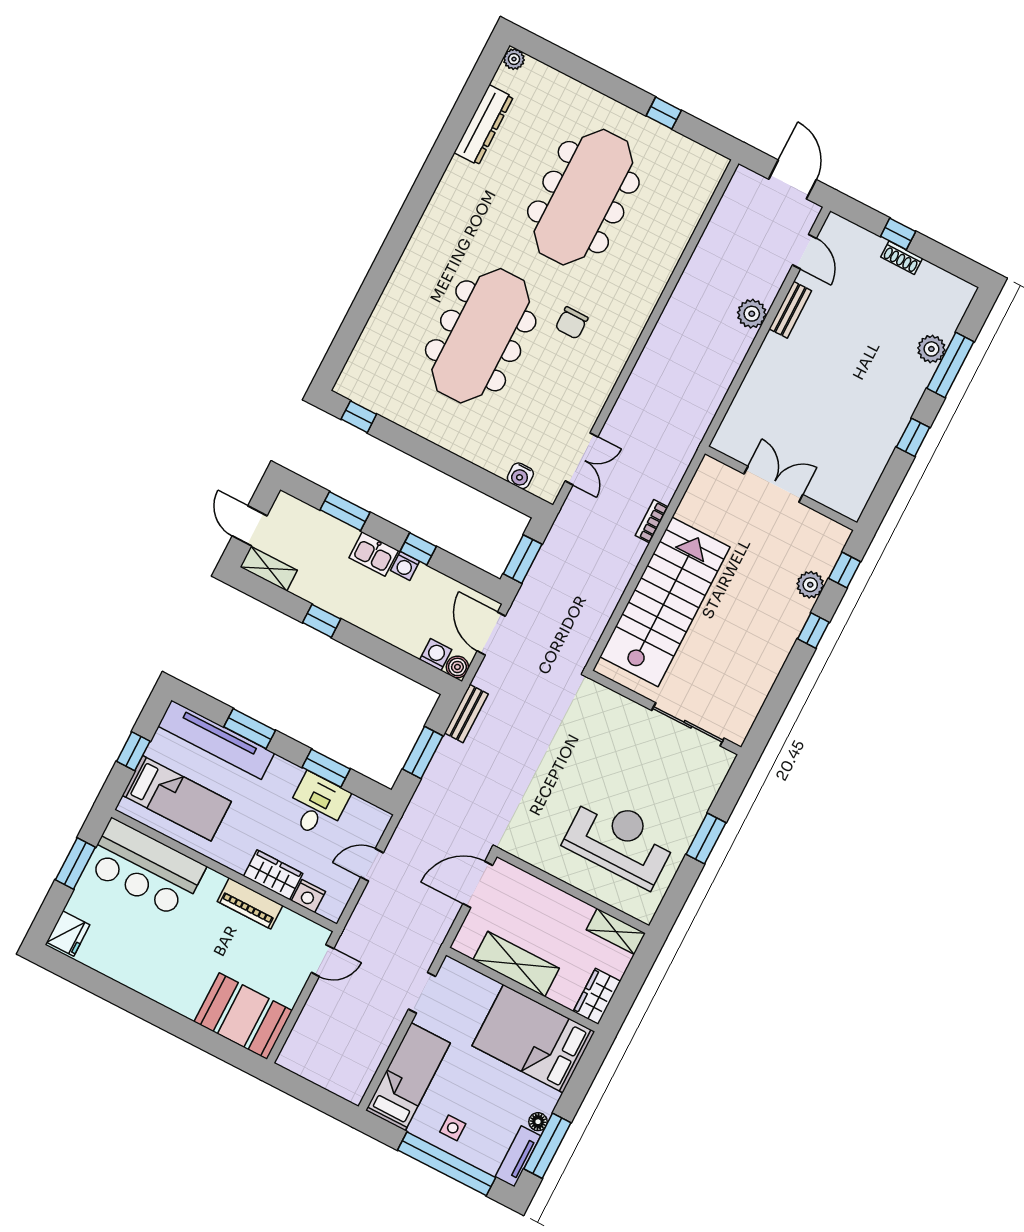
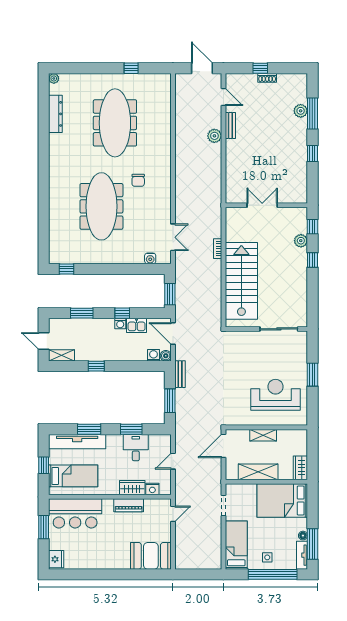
kitchen sink: (374, 554) -> (137, 325), moved
shelving: (616, 931) -> (263, 435), moved

